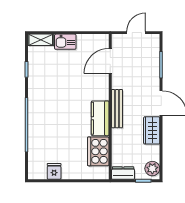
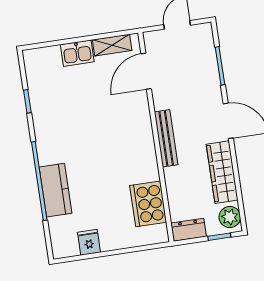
shelving: (41, 40) -> (112, 45), moved
kitchen counter: (100, 118) -> (56, 190), moved, turned 180
wardrobe: (152, 130) -> (222, 172), width x1.50

